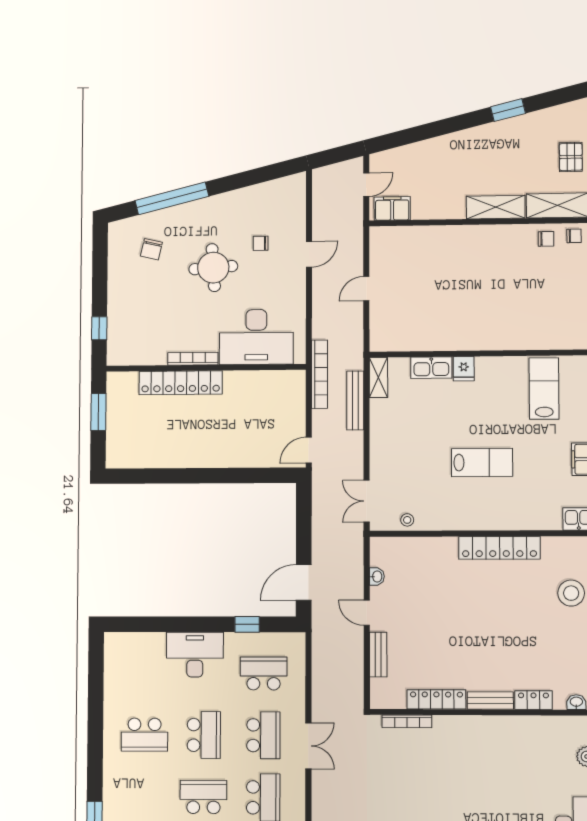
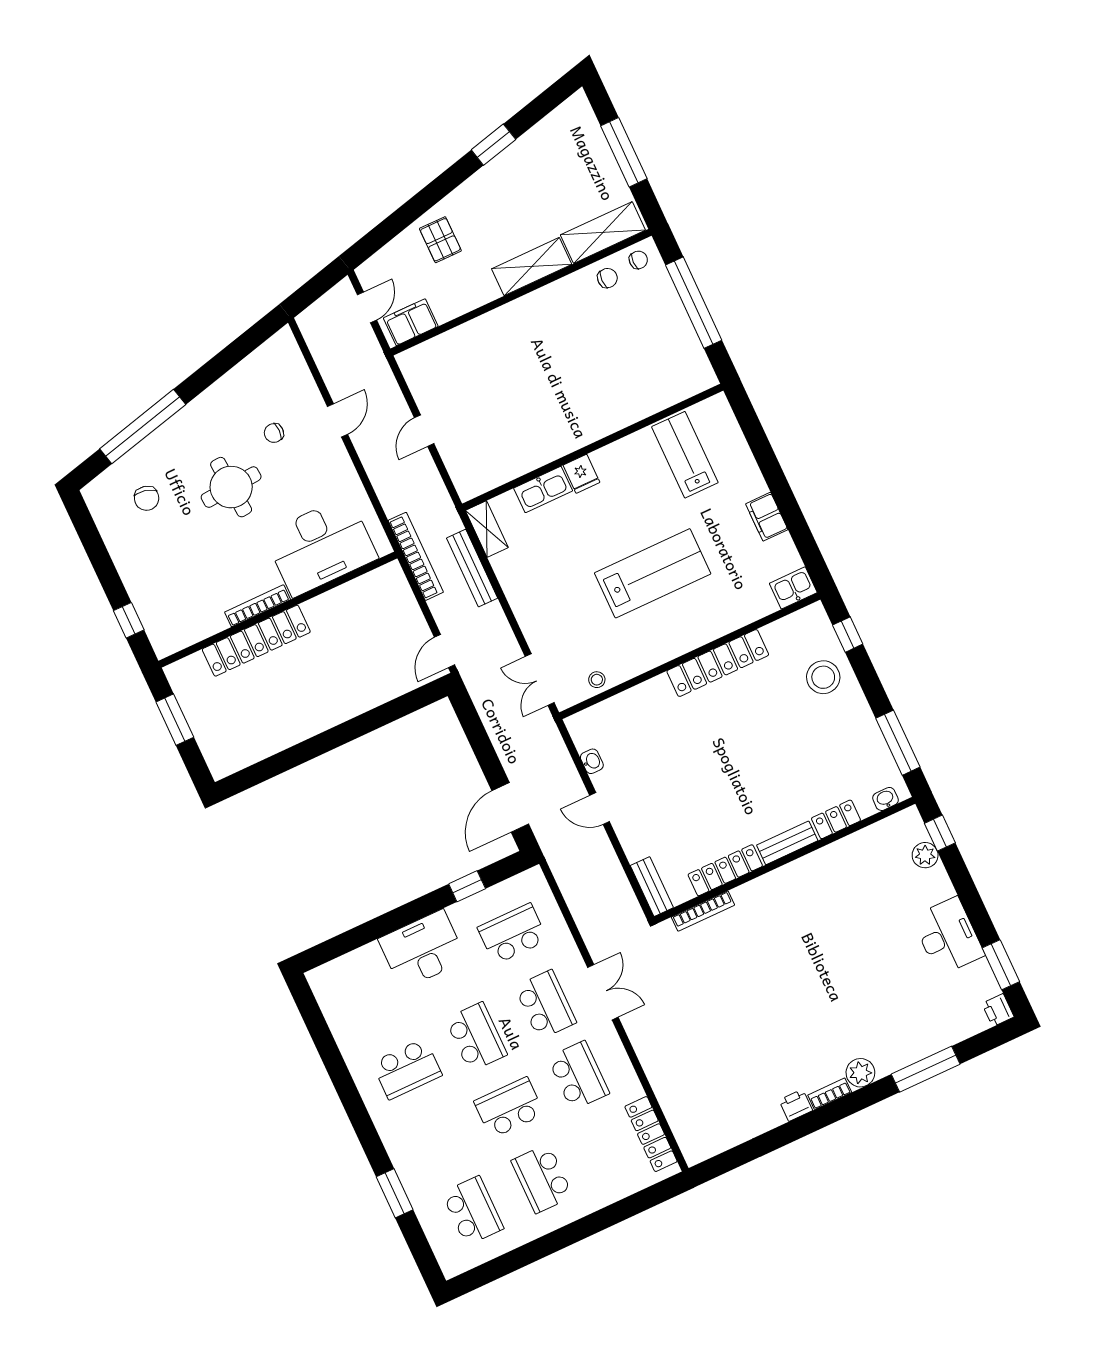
pallet: (571, 157) -> (440, 240), moved
lab bench: (482, 462) -> (653, 573), width x1.36, depth x1.39
bench: (378, 655) -> (652, 887), moved

